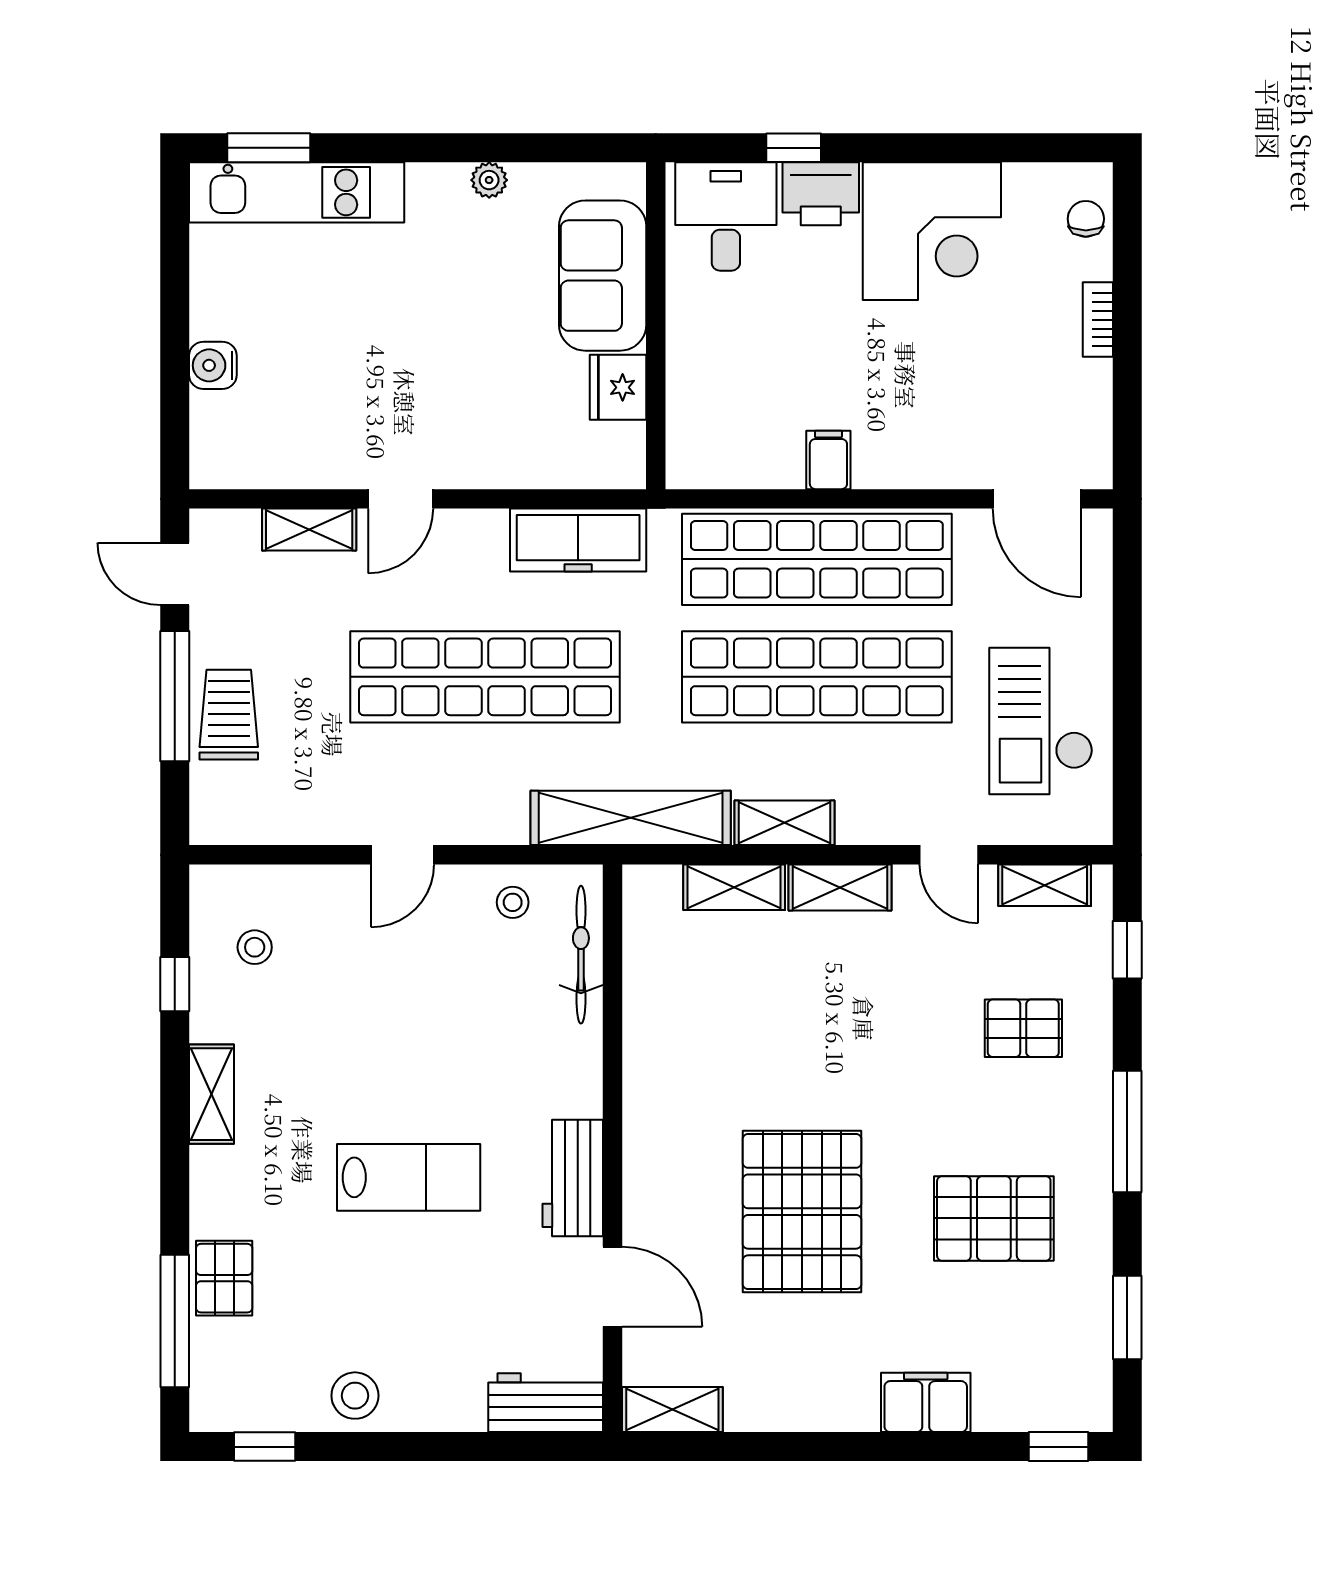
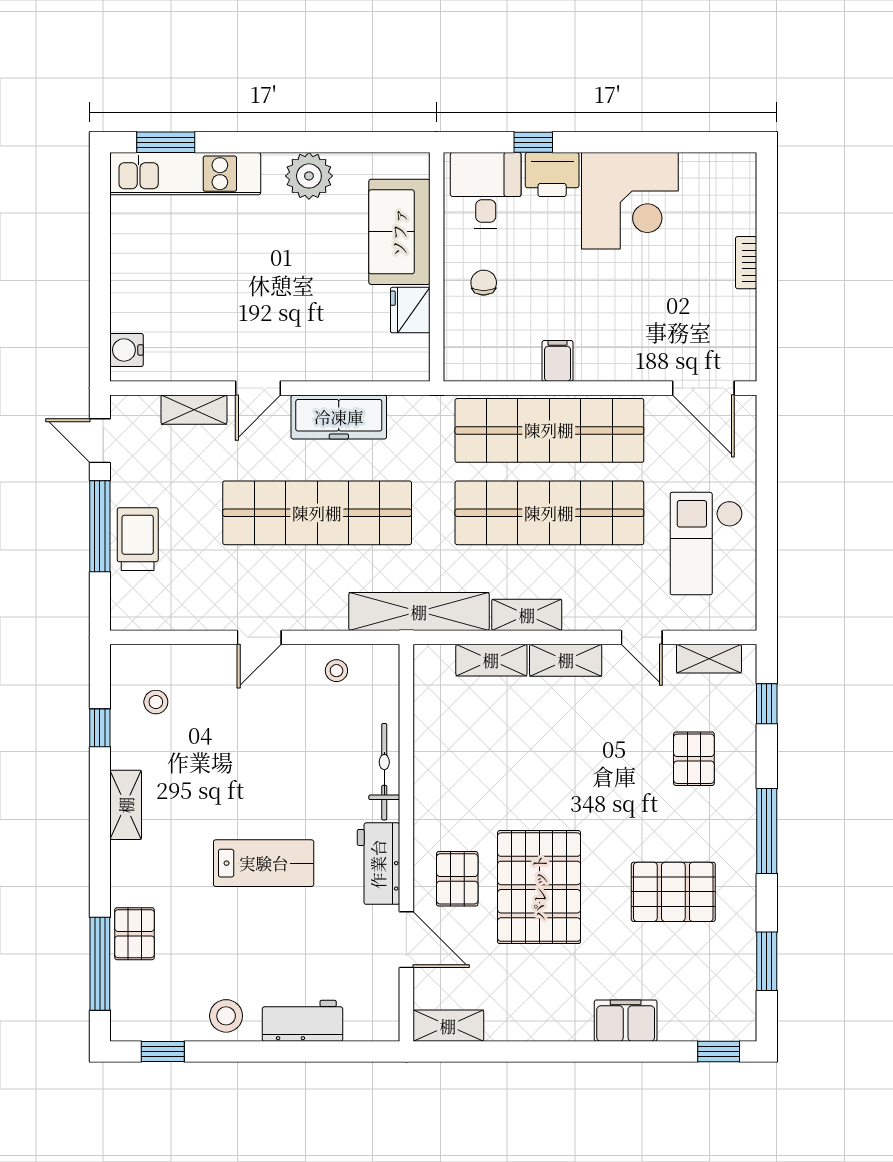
plant: (489, 180) -> (309, 176), width x1.88, depth x1.88
chair: (1086, 219) -> (484, 283), moved
water cooler: (213, 365) -> (127, 350), moved
freezer: (578, 540) -> (339, 417), moved
bicycle: (581, 955) -> (384, 772), moved
pallet: (1023, 1028) -> (694, 759), turned 90
pallet: (685, 1200) -> (457, 879), added
workbench: (546, 1403) -> (302, 1021), moved

